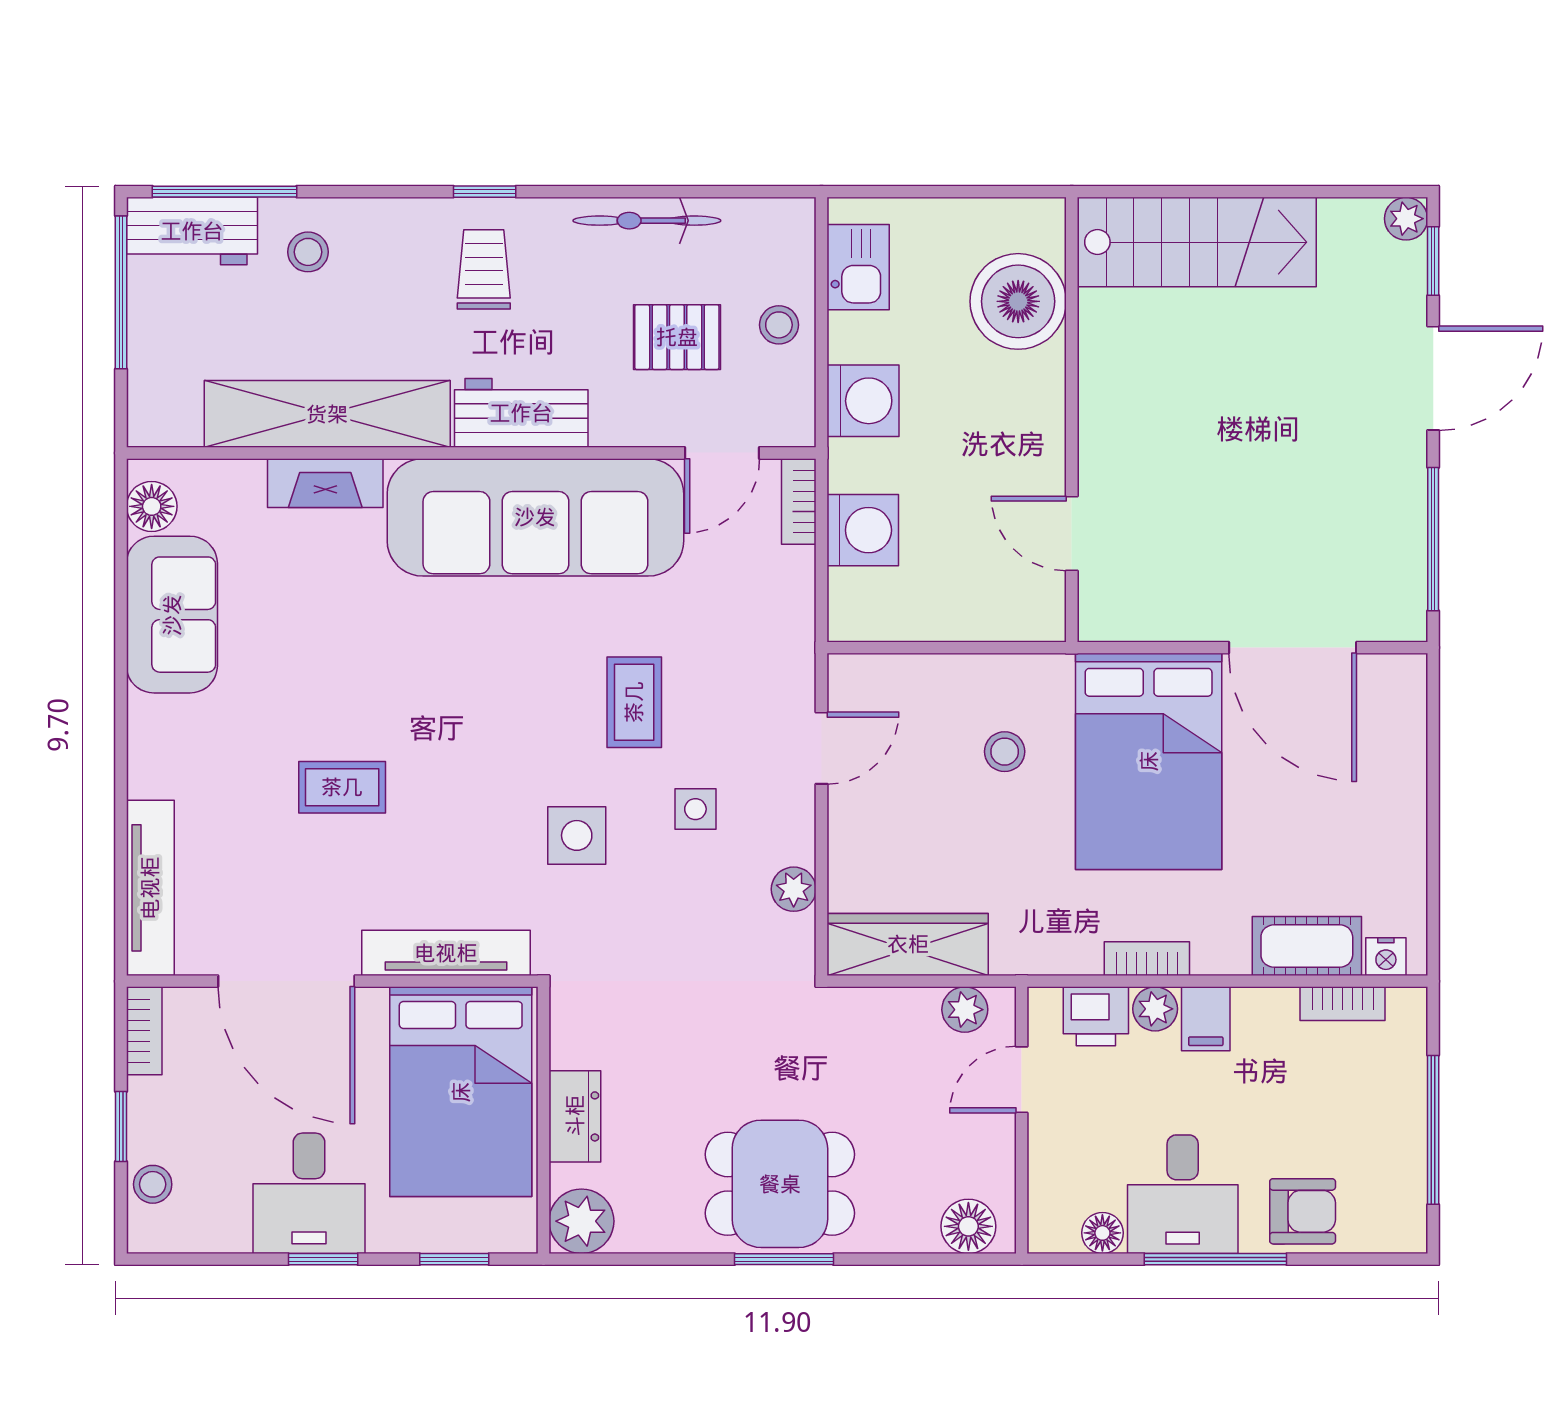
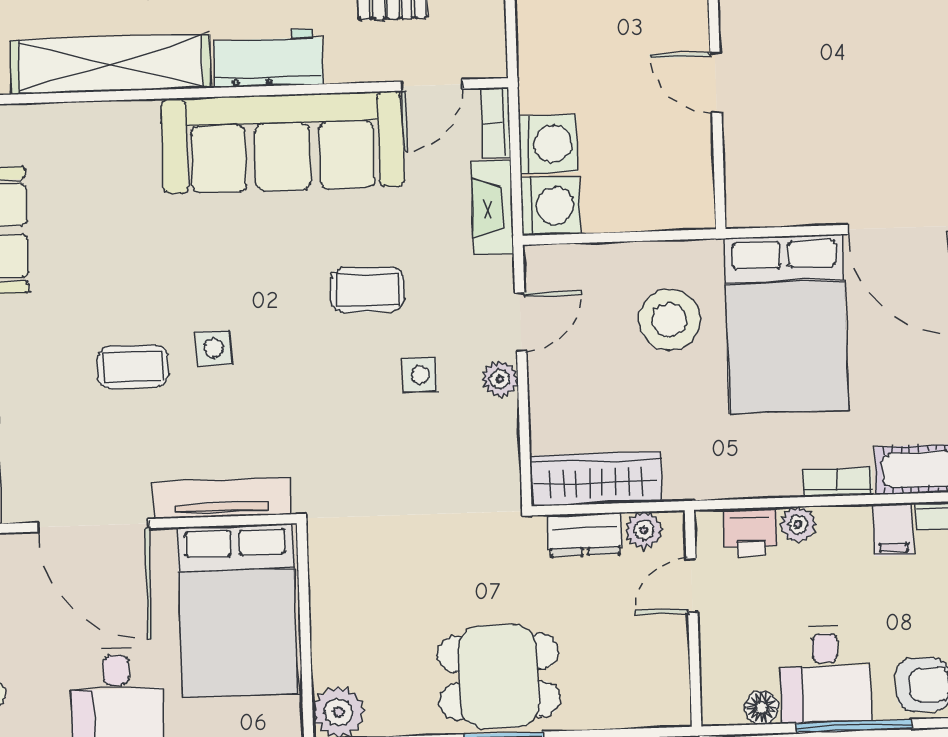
washing machine: (863, 401) -> (550, 206), moved
fireplace: (325, 483) -> (492, 208), moved, turned 90
door: (1072, 533) -> (716, 82), moved
coffee table: (634, 702) -> (367, 290), turned 90
stool: (1005, 752) -> (669, 320), width x1.89, depth x1.89
side table: (577, 835) -> (214, 348), moved, width x0.73, depth x0.73
plant: (794, 889) -> (500, 379), moved
bookcase: (1147, 959) -> (838, 482), moved
filing cabinet: (1206, 1019) -> (893, 529), moved
dresser: (575, 1116) -> (585, 534), moved, turned 90
floor lamp: (968, 1226) -> (653, 706), removed

